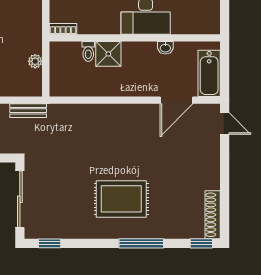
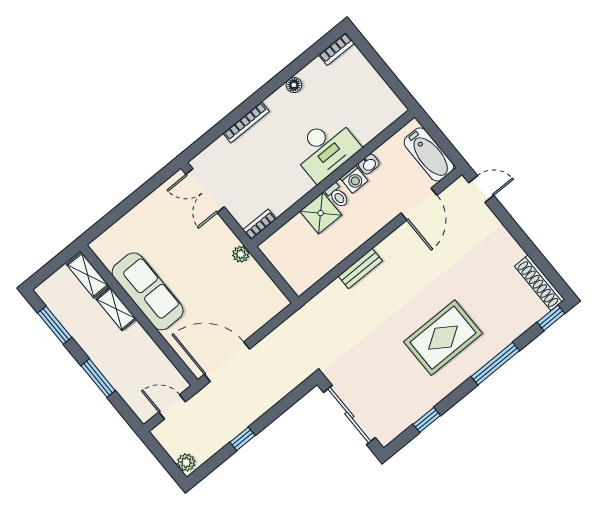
washing machine: (148, 50) -> (354, 179), added
toilet: (88, 51) -> (337, 196), moved
plant: (35, 61) -> (241, 254), moved
bench: (28, 111) -> (360, 269), moved
window: (50, 243) -> (427, 420), moved

